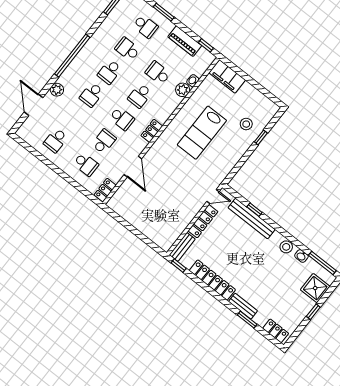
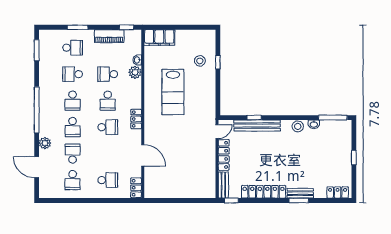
school desk: (104, 141) -> (73, 154), moved
shower: (315, 288) -> (342, 140), removed
window: (247, 320) -> (299, 200), moved

